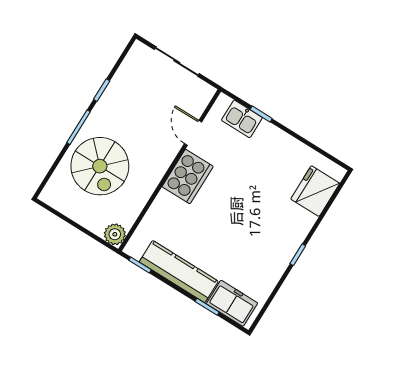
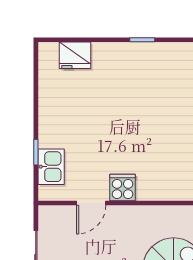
cooker: (188, 177) -> (123, 187), width x0.53, depth x0.76
fridge: (315, 191) -> (75, 55), width x0.73, depth x0.75

